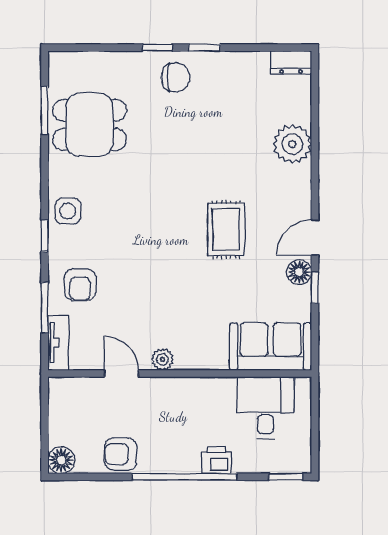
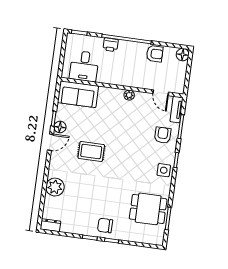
rug: (226, 230) -> (91, 151), turned 90
door: (121, 374) -> (161, 93), moved

